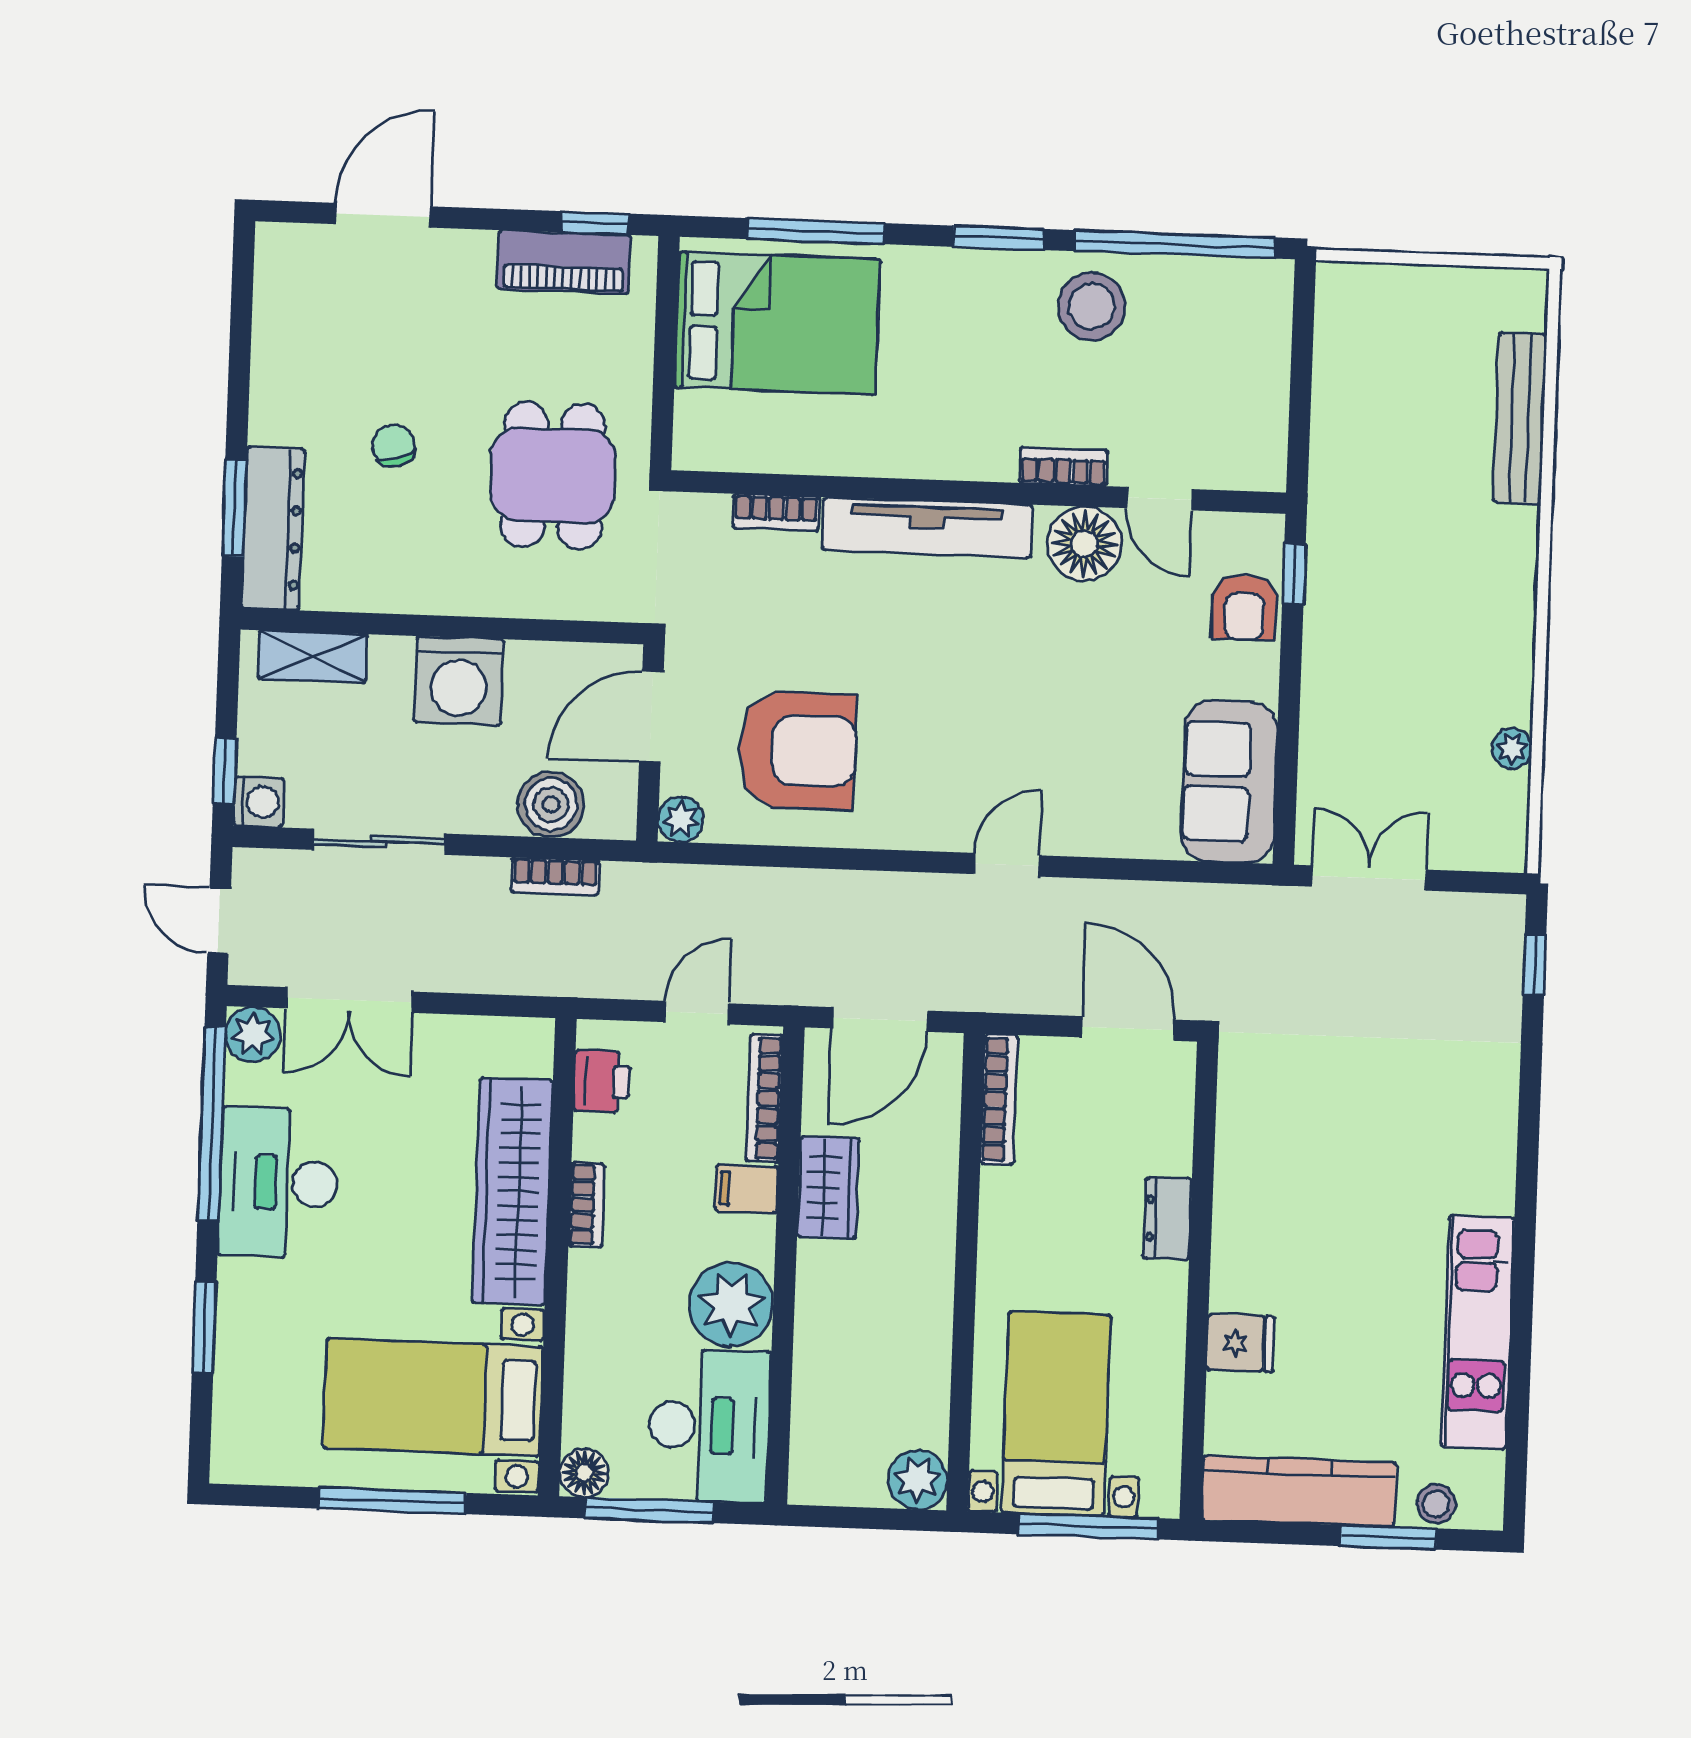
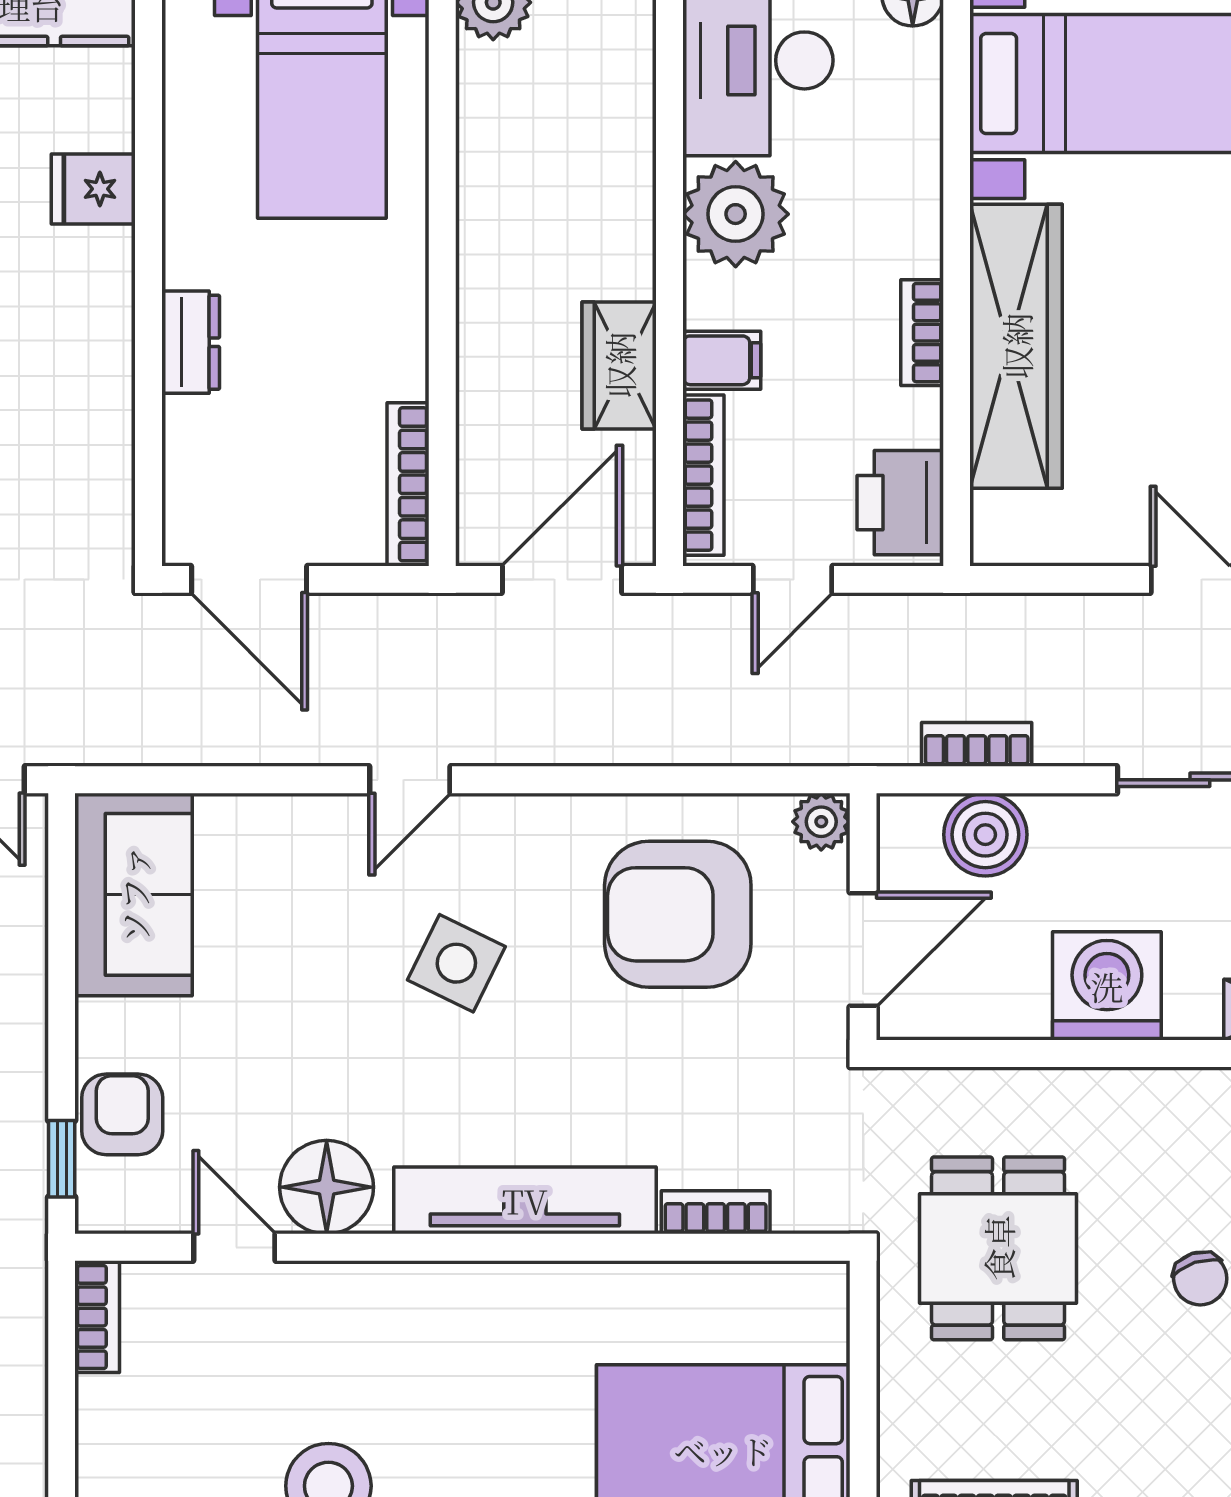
bookcase: (1064, 467) -> (97, 1317), moved, turned -90
side table: (975, 718) -> (456, 963), added
printer: (602, 1081) -> (900, 503), width x1.36, depth x1.24

